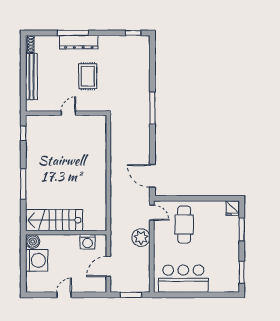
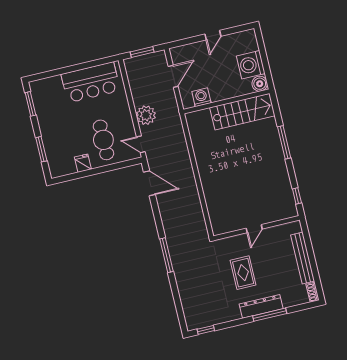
fridge: (232, 208) -> (83, 163), moved

